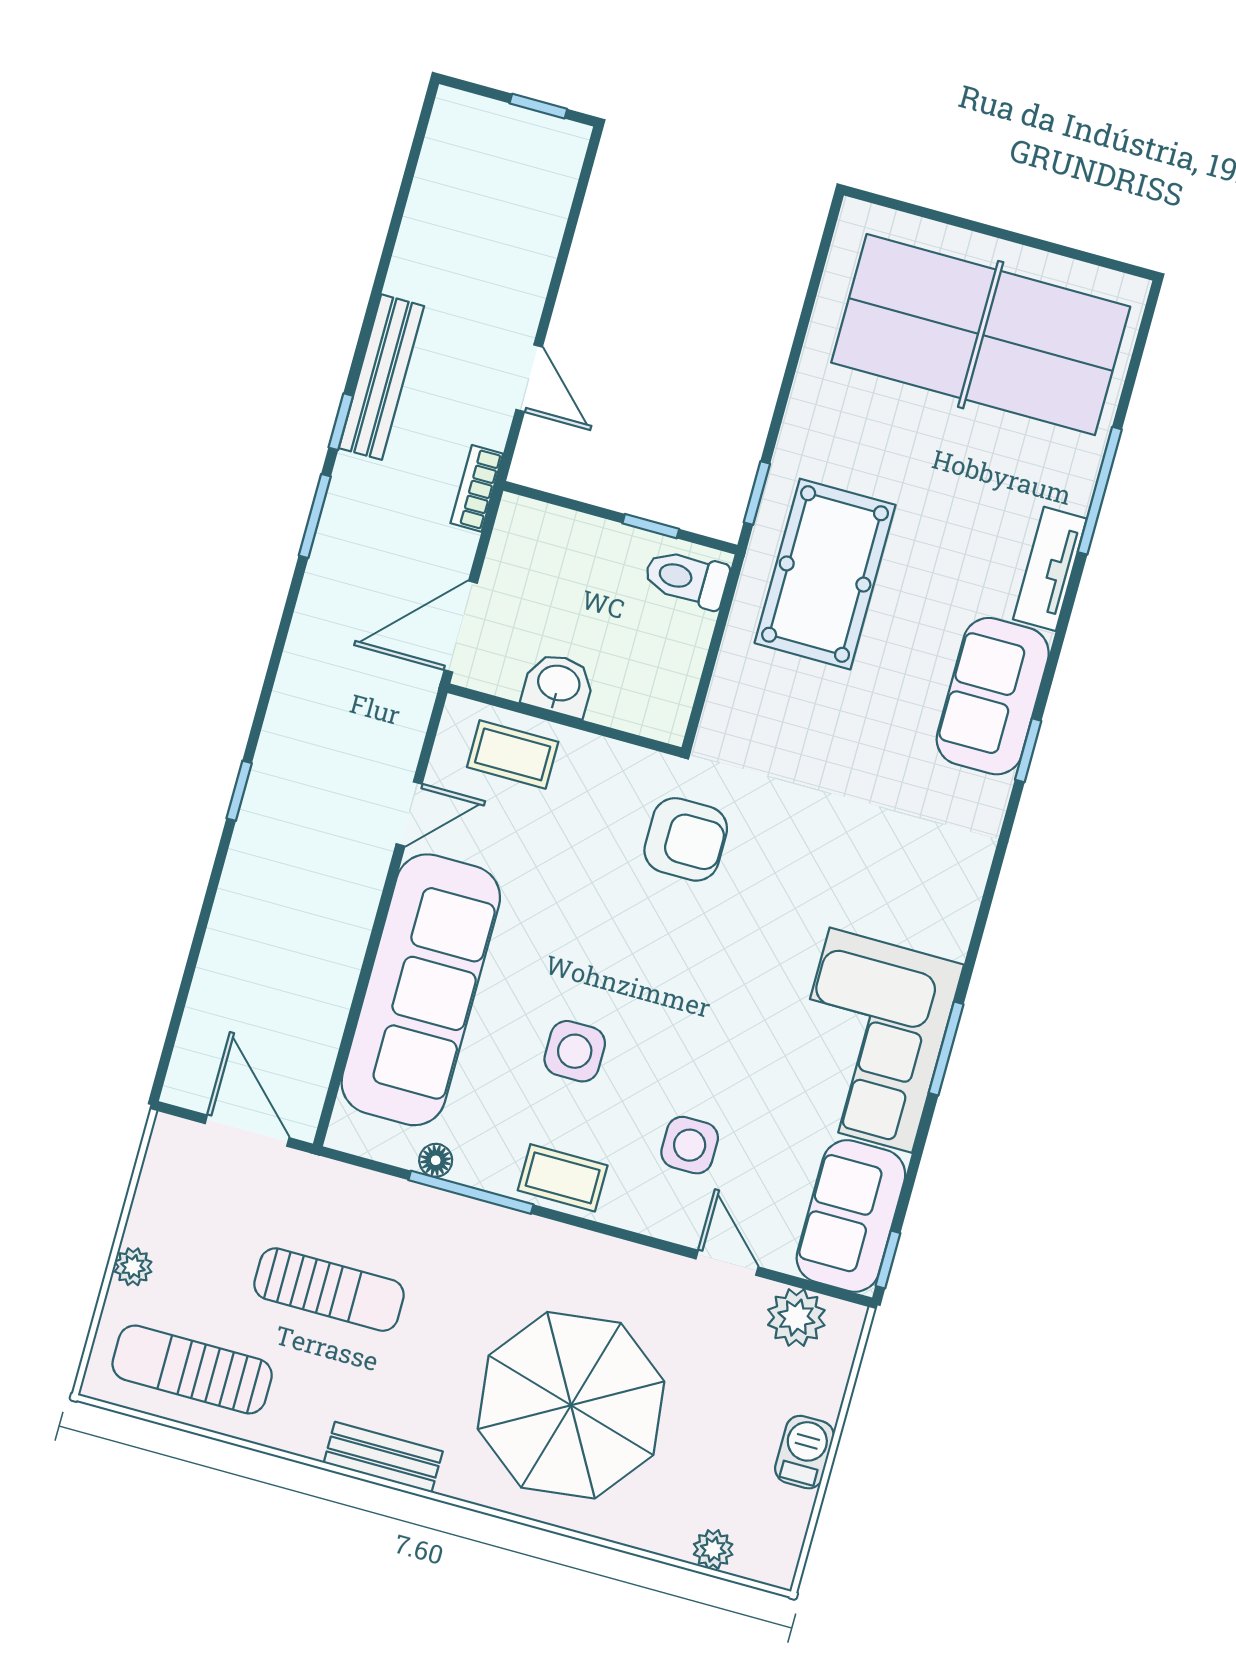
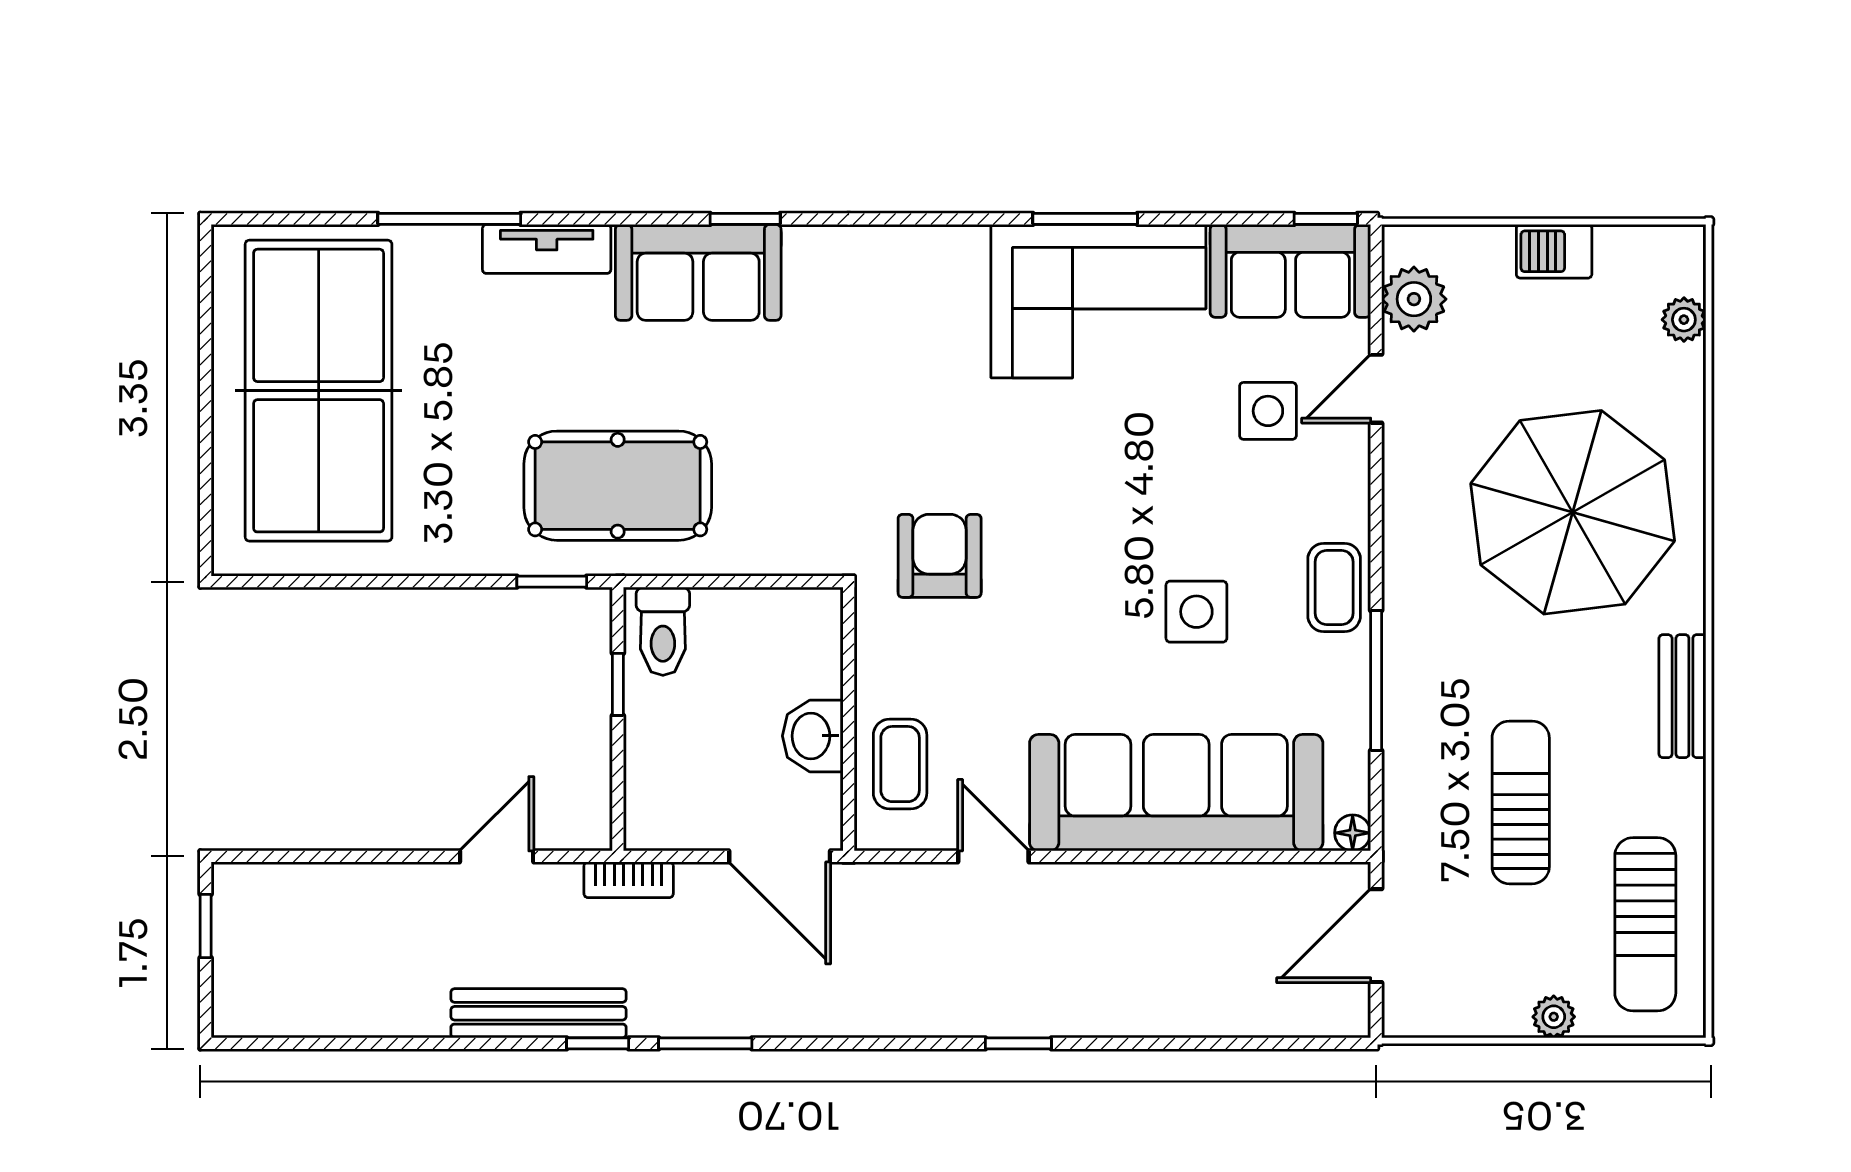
side table: (690, 1145) -> (1268, 411), moved
floor lamp: (436, 1160) -> (1353, 833), moved

